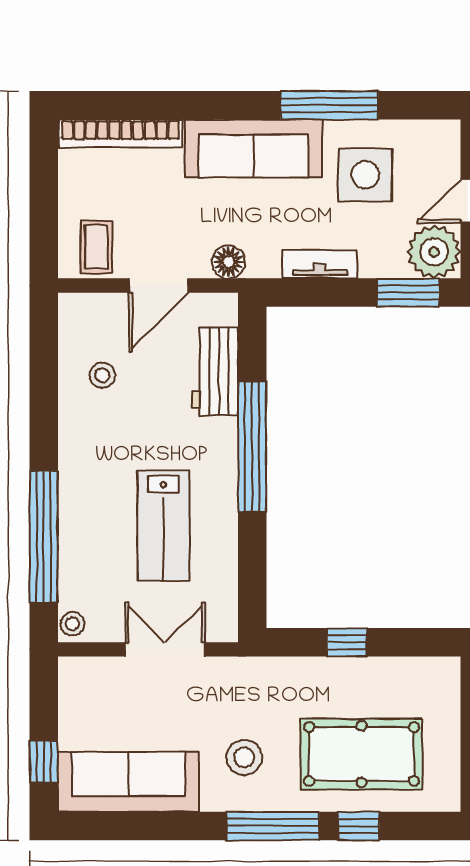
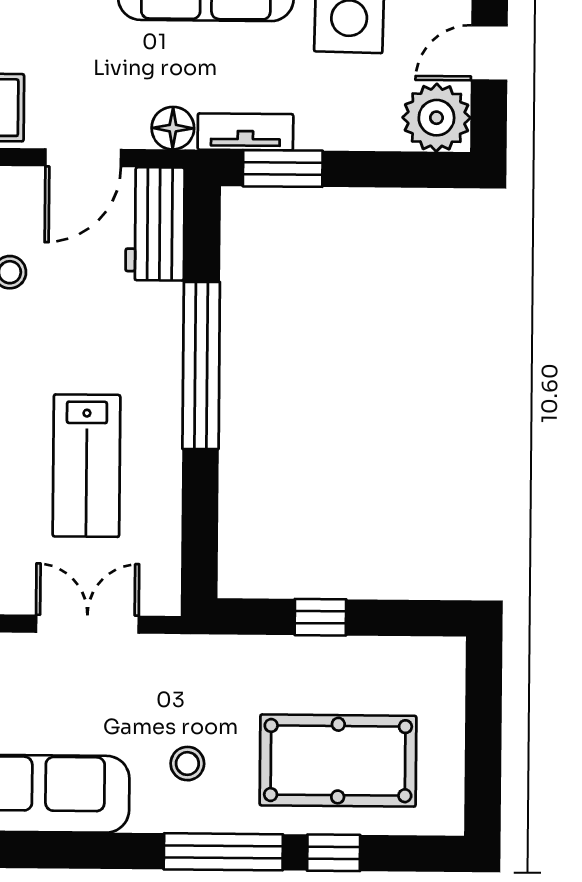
tv unit: (320, 264) -> (245, 132), moved
window: (408, 293) -> (283, 169), moved
workbench: (215, 371) -> (155, 224), moved
stool: (244, 757) -> (187, 764), width x0.73, depth x0.73

